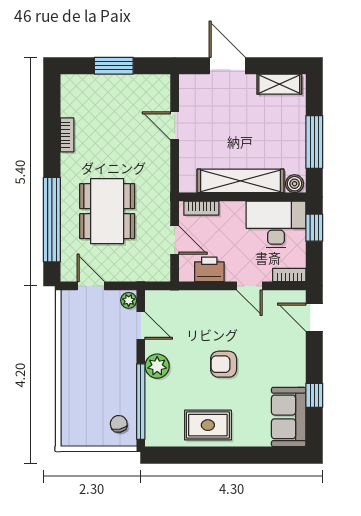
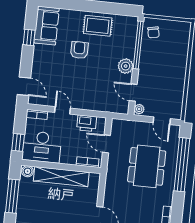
armchair: (224, 364) -> (79, 50), moved, turned -90

